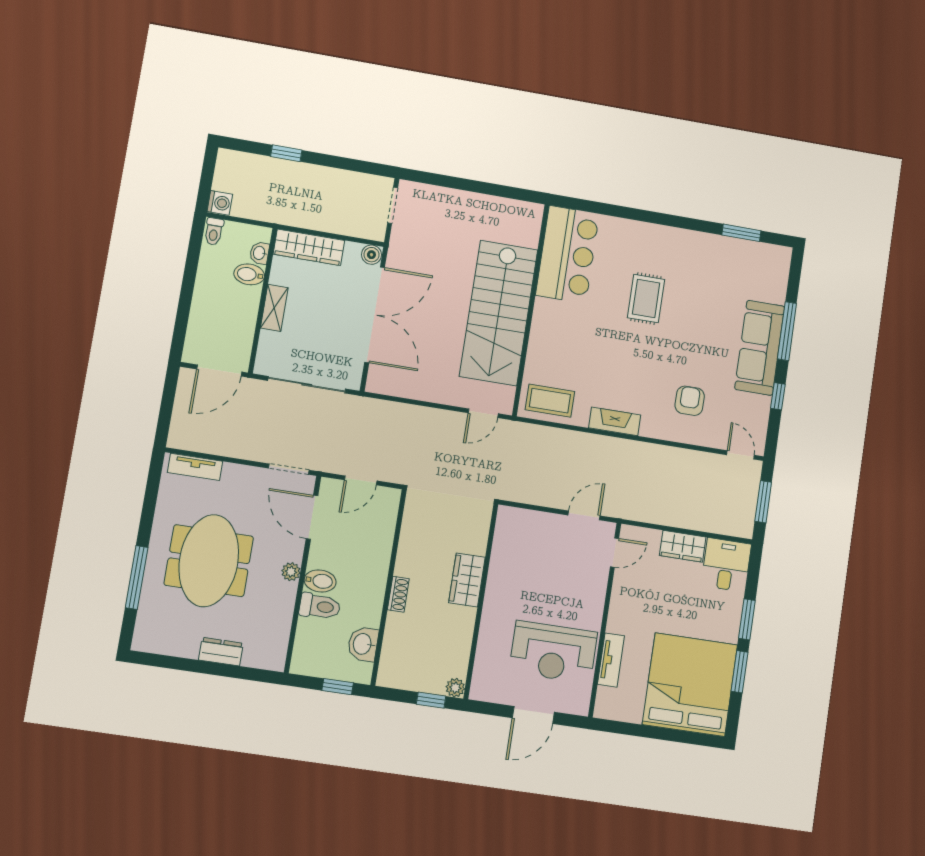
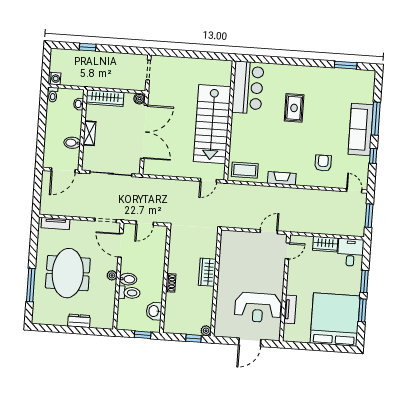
bidet: (249, 274) -> (72, 143), moved

